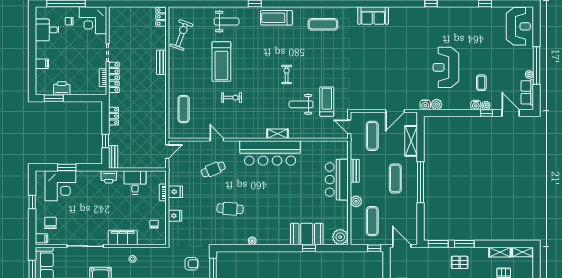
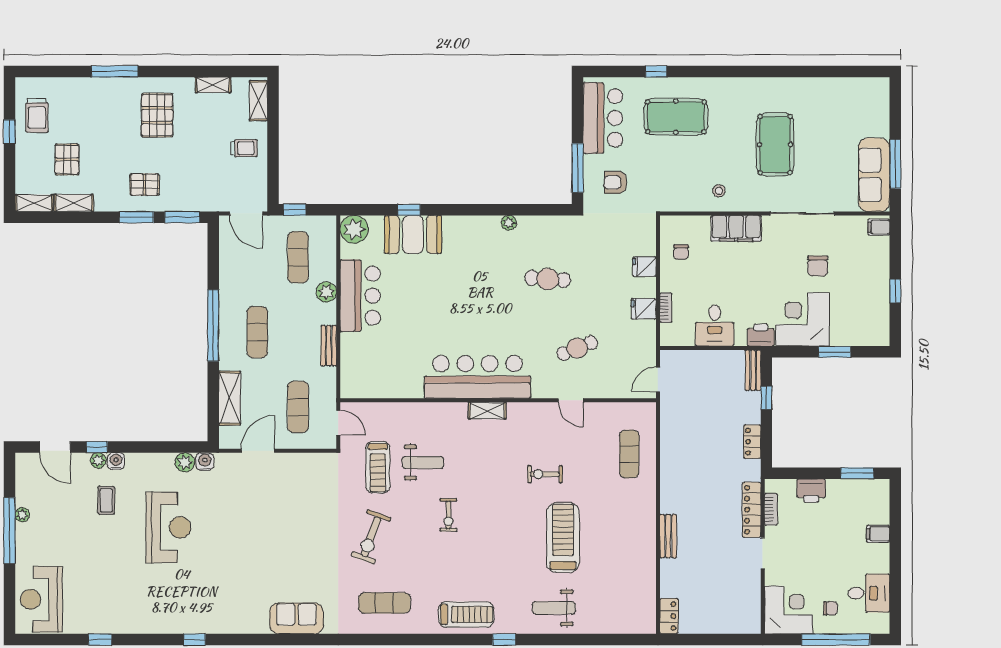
exercise bike: (182, 35) -> (371, 537), moved
printer: (62, 88) -> (811, 491), moved
row of seats: (527, 92) -> (26, 483), removed
shelving: (277, 134) -> (487, 411), moved
bar counter: (337, 180) -> (360, 296), moved
corner desk: (60, 186) -> (802, 319), moved
chair: (51, 223) -> (818, 266), moved

